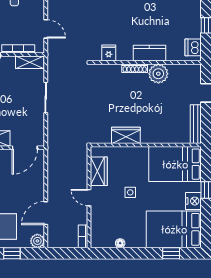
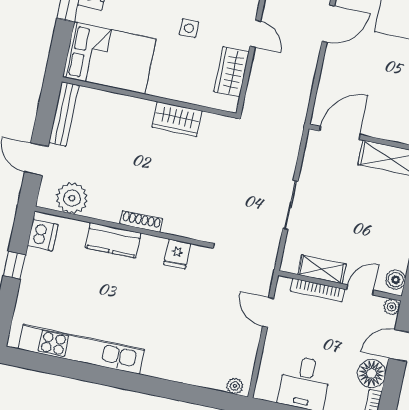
shelving: (30, 62) -> (322, 269), moved
plant: (158, 74) -> (72, 198), moved

